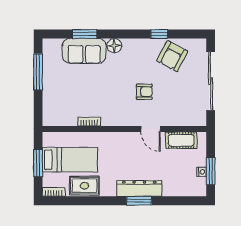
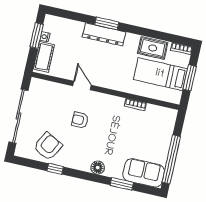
sofa: (84, 51) -> (144, 173), moved
window: (38, 72) -> (171, 159), width x1.46
cot: (181, 140) -> (44, 57), moved, turned 90

